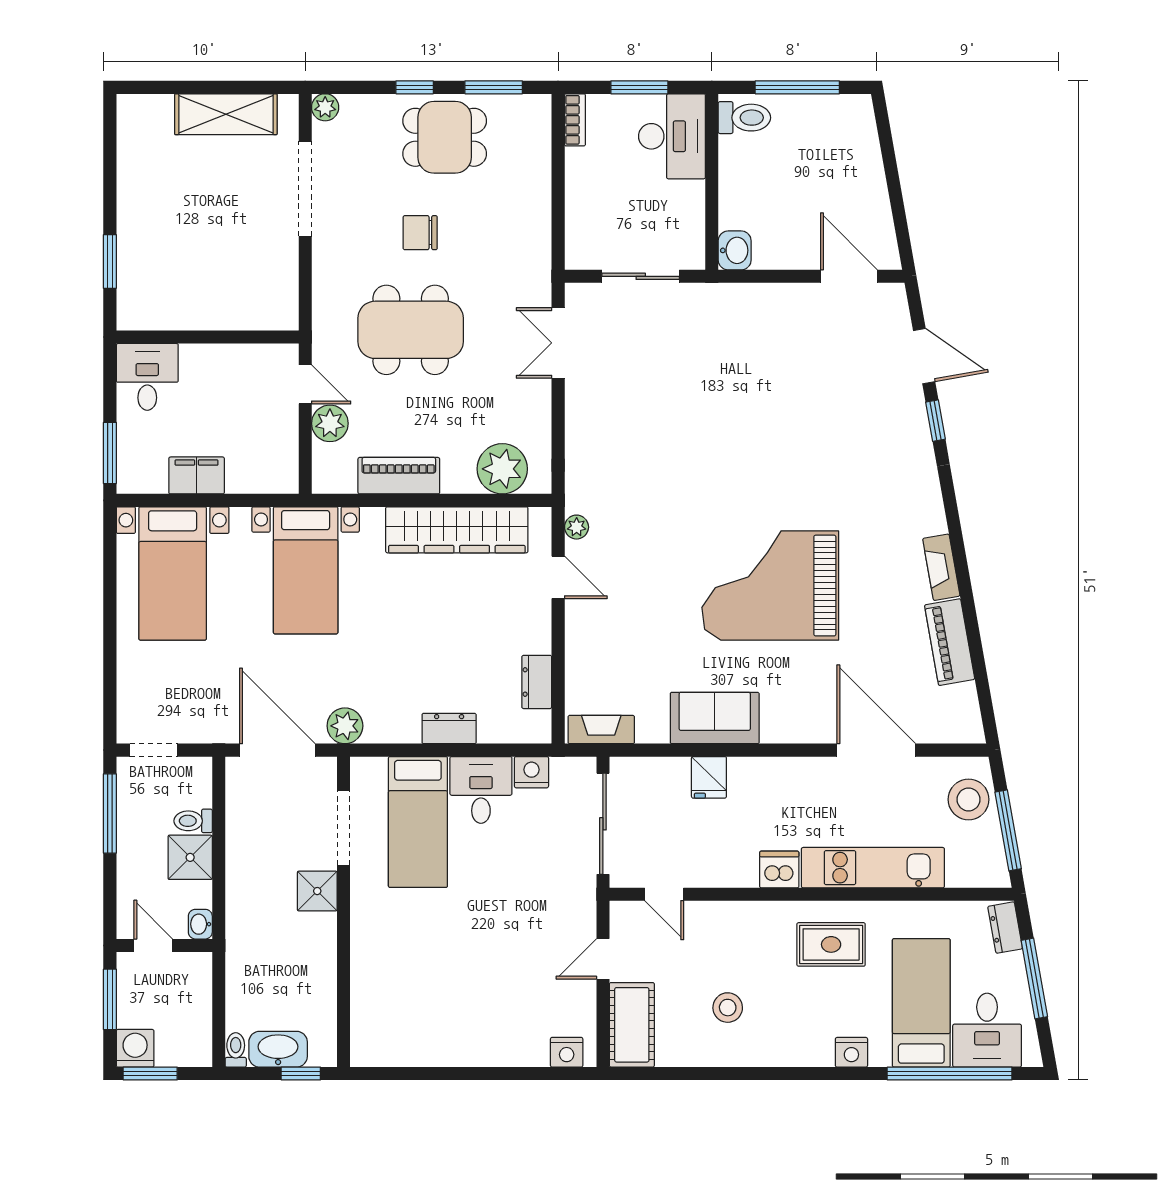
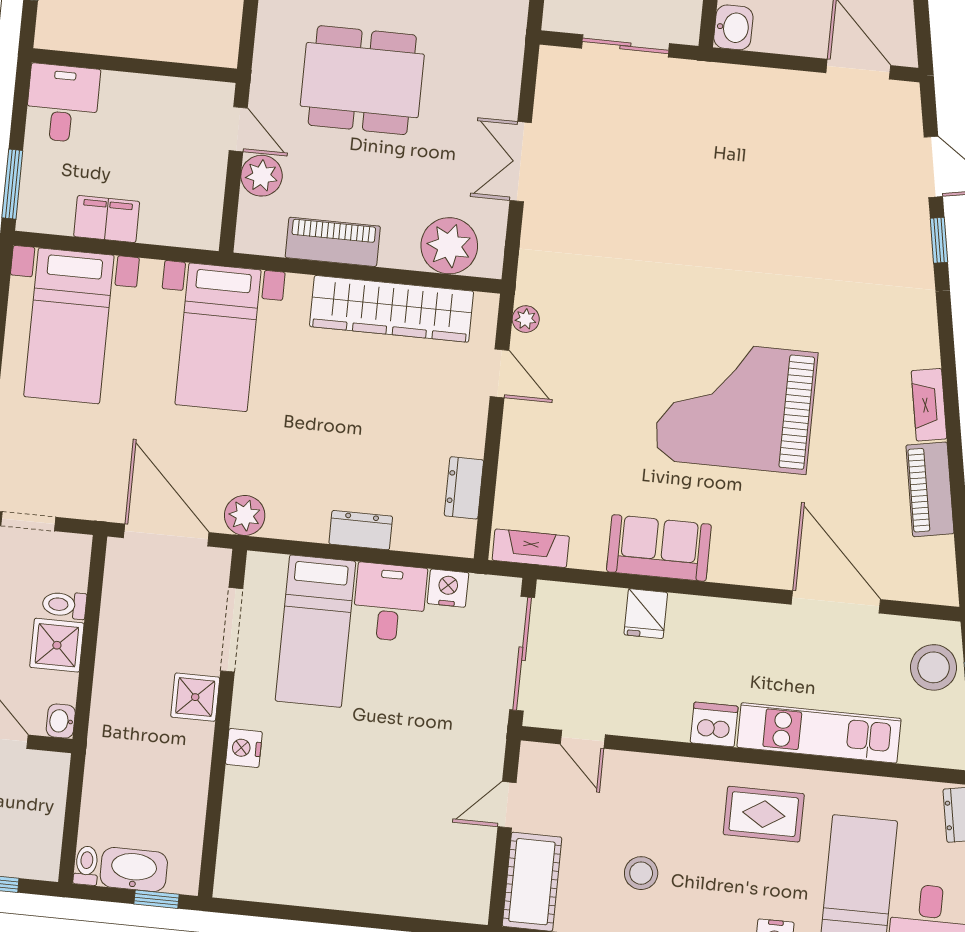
double door: (558, 343) -> (521, 162), moved
nightstand: (567, 1052) -> (244, 748), moved, turned 90

